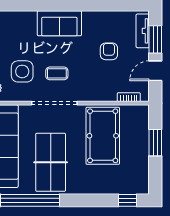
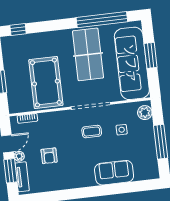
sofa: (59, 23) -> (114, 173), moved
plant: (143, 55) -> (19, 156), added
side table: (22, 71) -> (122, 130), width x0.54, depth x0.54

